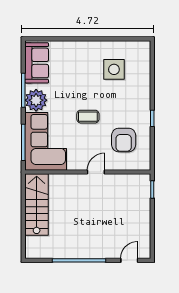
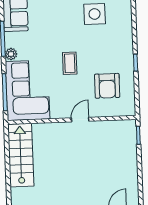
plant: (36, 100) -> (11, 54), width x0.53, depth x0.53
coffee table: (88, 117) -> (70, 63), turned 90

